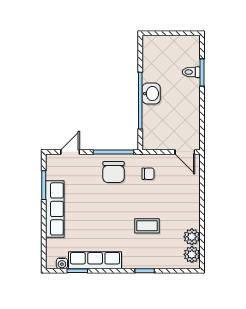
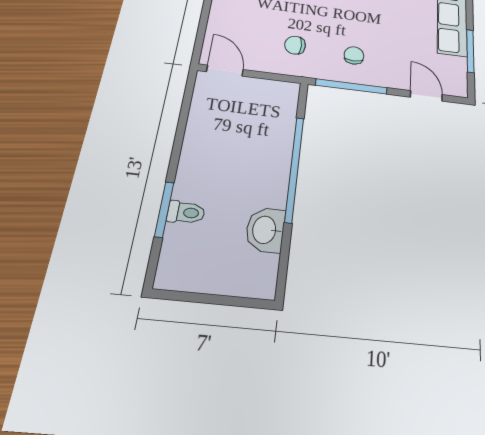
washbasin: (151, 94) -> (265, 230), moved
door: (70, 152) -> (426, 96), swing flipped
chair: (113, 172) -> (354, 55), width x0.54, depth x0.54

